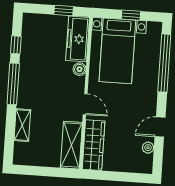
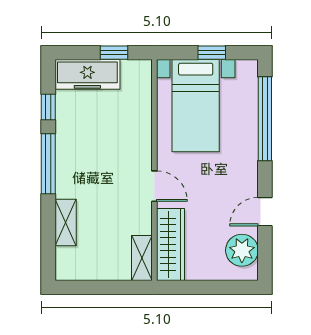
freezer: (78, 39) -> (87, 74), moved, turned -90
boiler: (80, 69) -> (143, 136), removed
shelving: (71, 145) -> (142, 258), width x0.67, depth x0.75
plant: (148, 148) -> (242, 250), width x1.87, depth x1.87

